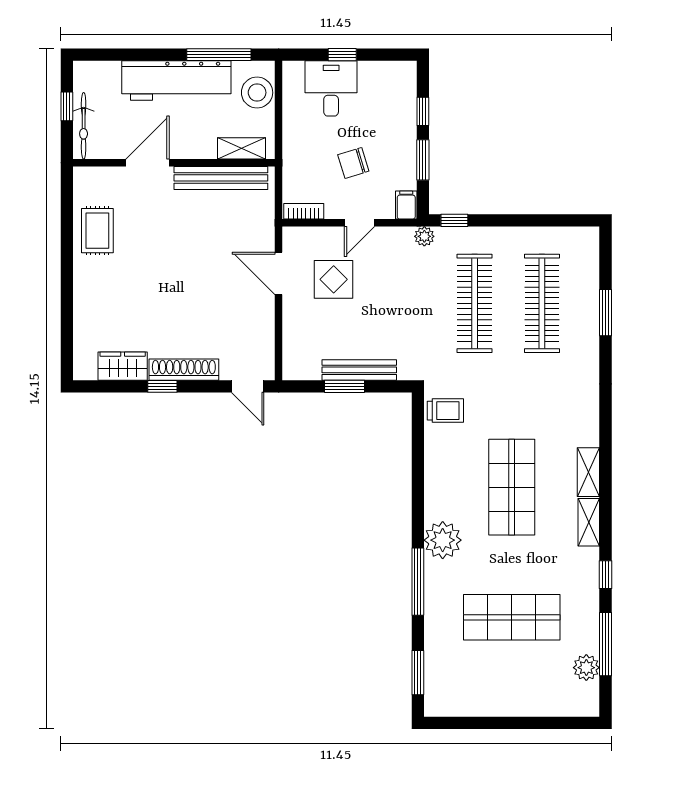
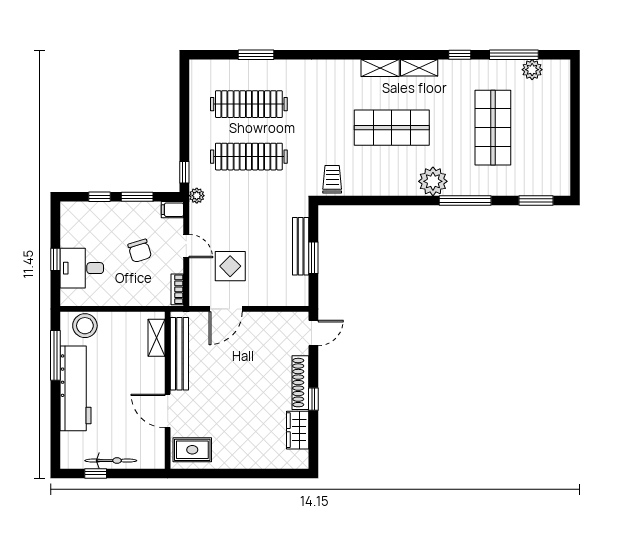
shelving: (241, 148) -> (156, 338), moved
door: (147, 163) -> (168, 411), moved
wall: (174, 163) -> (168, 390), moved
bench: (221, 178) -> (179, 354), moved

